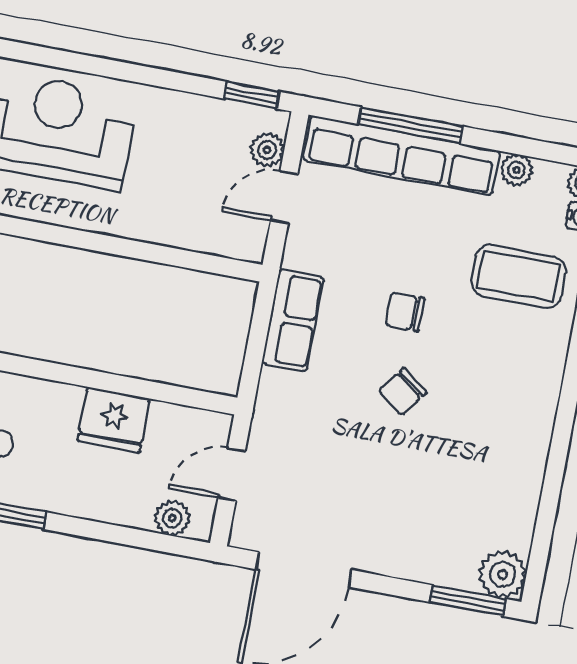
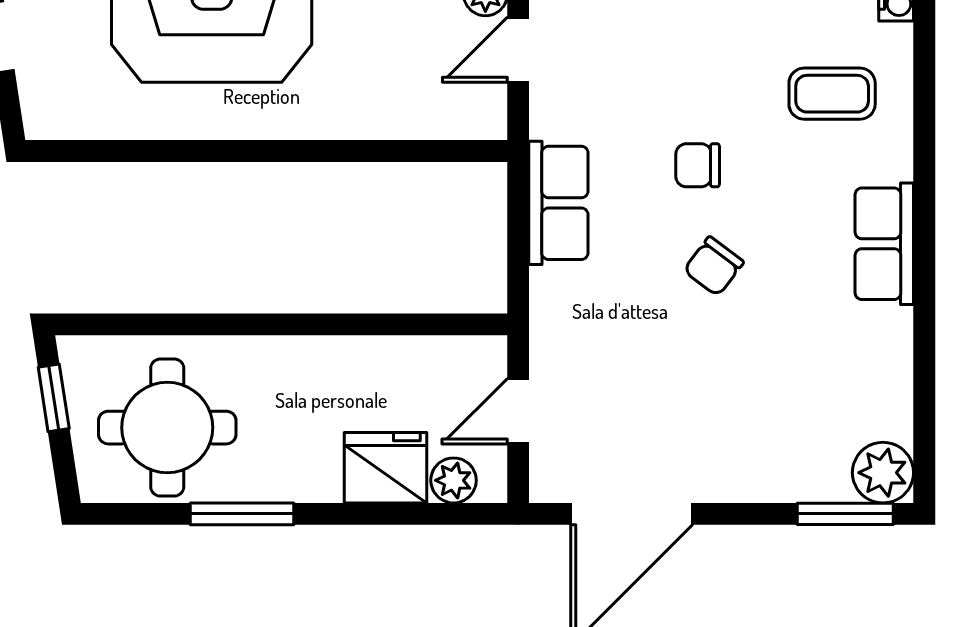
coffee table: (519, 276) -> (832, 94), width x0.73, depth x0.77
row of seats: (537, 399) -> (884, 244), added
fridge: (114, 420) -> (386, 468), moved, turned 180

